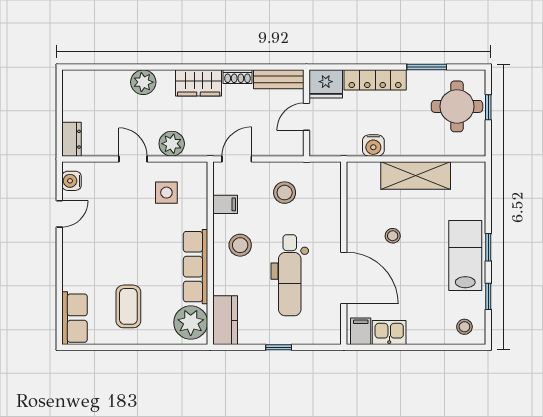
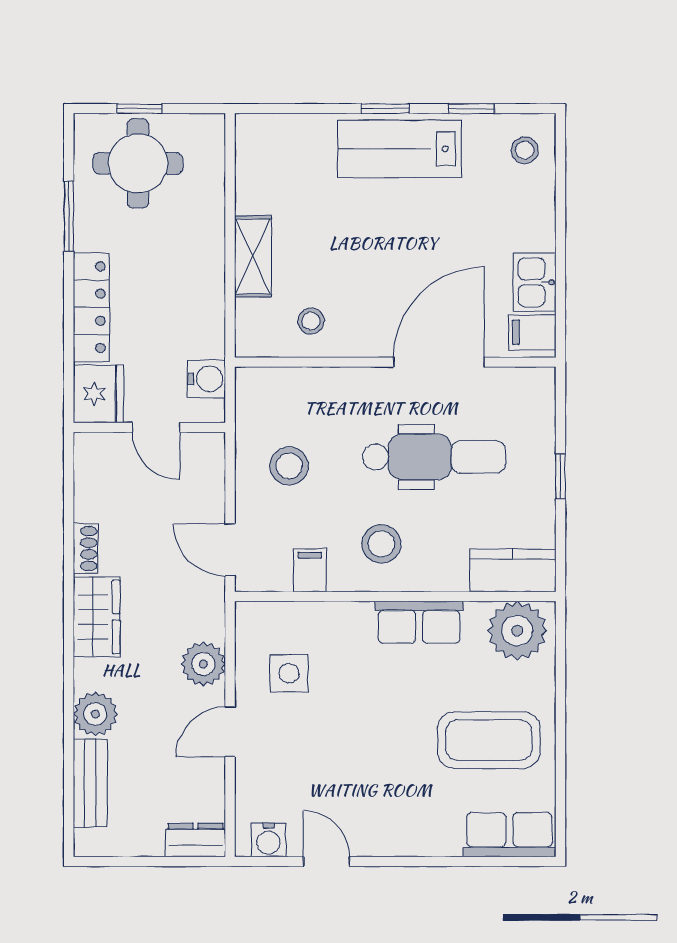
bench: (279, 79) -> (90, 783), moved
water cooler: (373, 146) -> (207, 379), moved
shelving: (416, 175) -> (253, 256), width x0.67, depth x0.75
stool: (393, 236) -> (311, 321), moved
row of seats: (196, 267) -> (419, 622), width x0.68
coffee table: (128, 306) -> (489, 740), width x1.36, depth x1.32

